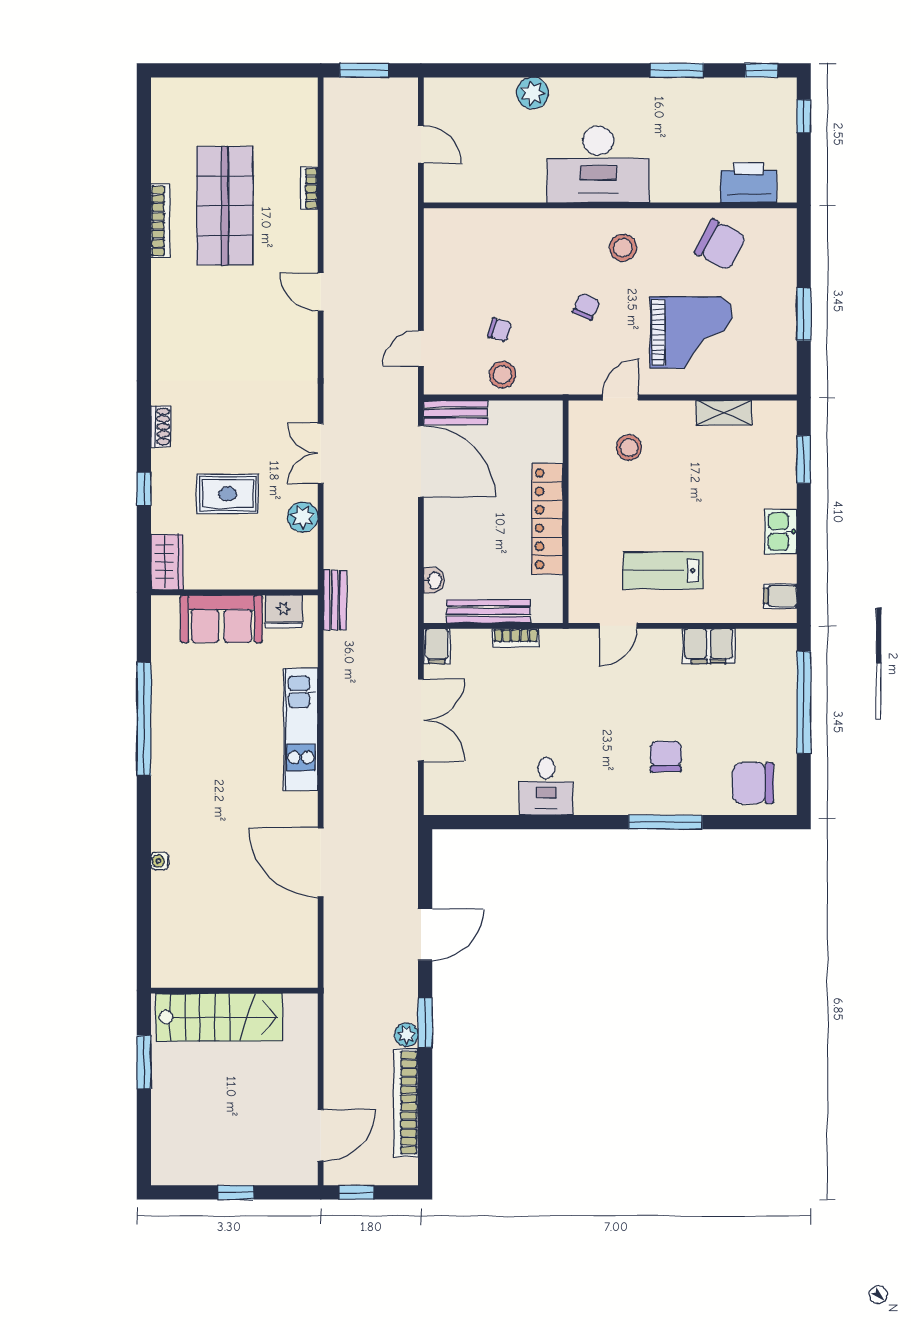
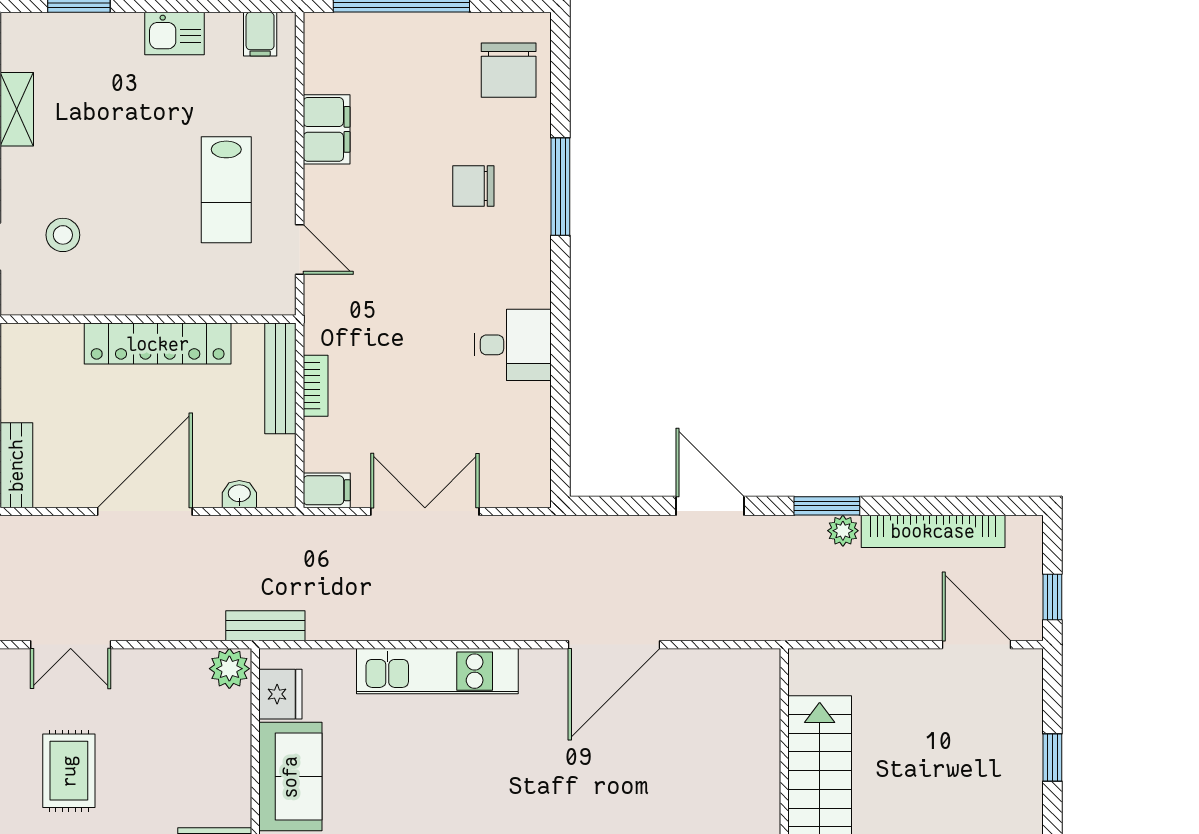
door: (421, 461) -> (145, 511), moved
rug: (228, 494) -> (69, 771), moved
plant: (303, 517) -> (229, 669), moved
bench: (488, 611) -> (280, 378), moved

